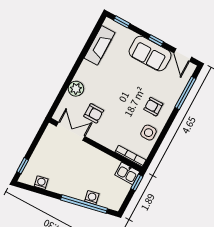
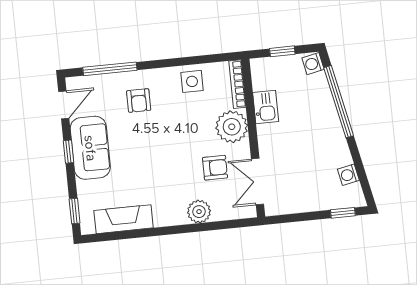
armchair: (153, 107) -> (139, 101), moved
armchair: (94, 113) -> (215, 168), turned 90
plant: (110, 137) -> (232, 127), added
kitchen sink: (127, 173) -> (266, 107), moved
window: (137, 183) -> (282, 51), moved
washing machine: (92, 198) -> (313, 64), moved

